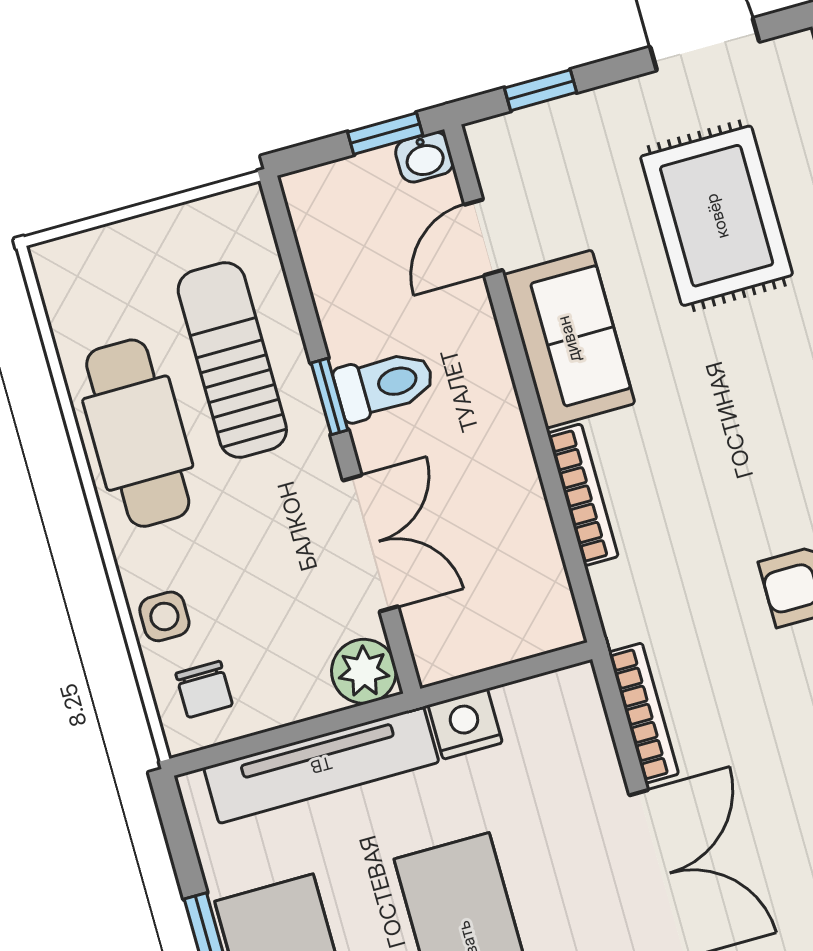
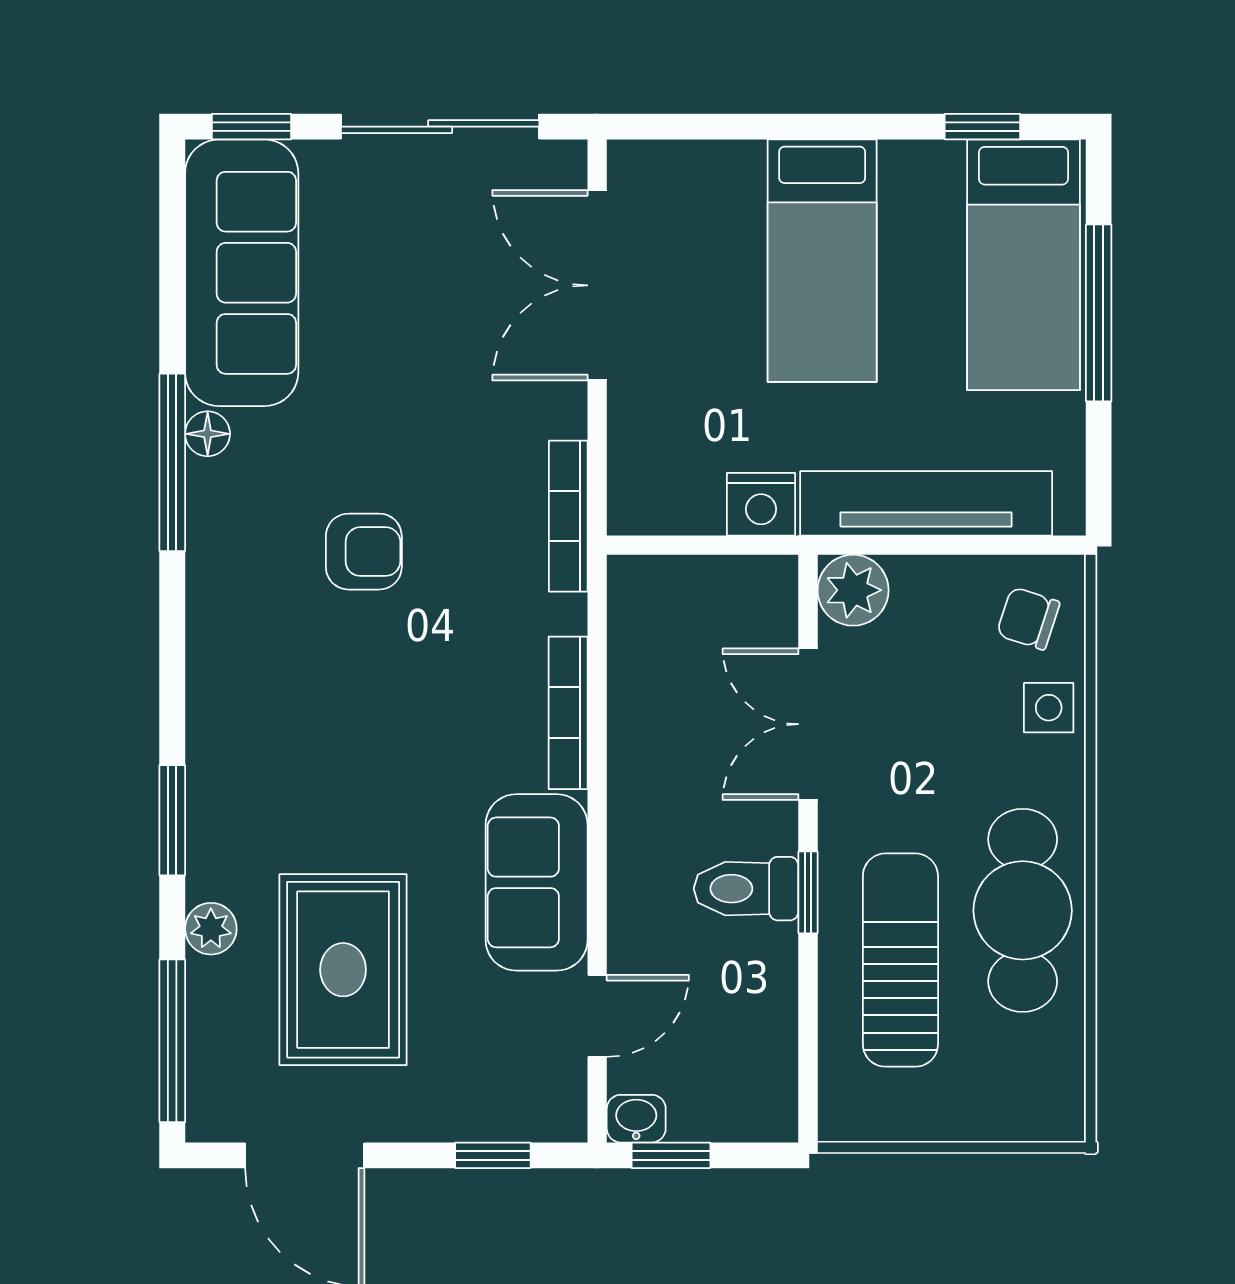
sun lounger: (232, 360) -> (900, 960), turned 180
chair: (204, 689) -> (1028, 618), turned -72
bookcase: (644, 713) -> (568, 516), moved

